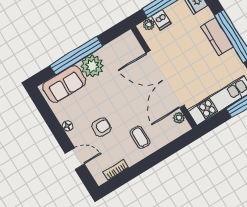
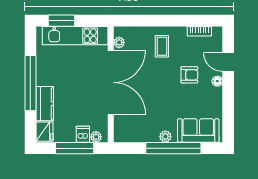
kitchen counter: (217, 37) -> (45, 104), moved
plant: (92, 66) -> (165, 136), width x0.53, depth x0.53
floor lamp: (68, 126) -> (217, 81), moved
armchair: (101, 127) -> (189, 75), turned 180

